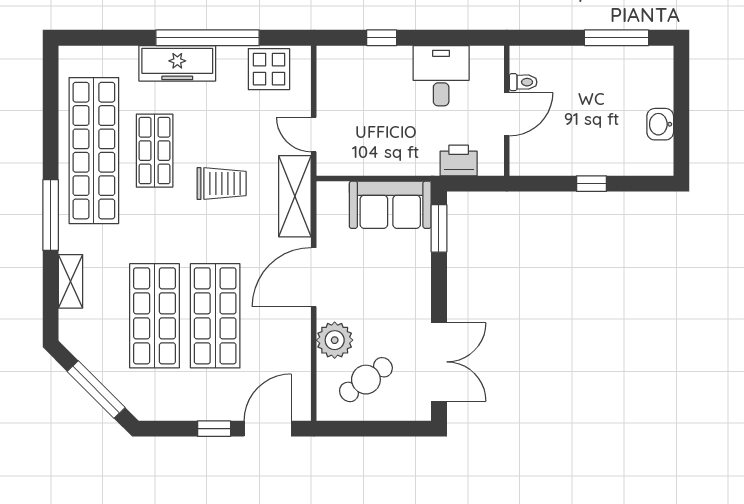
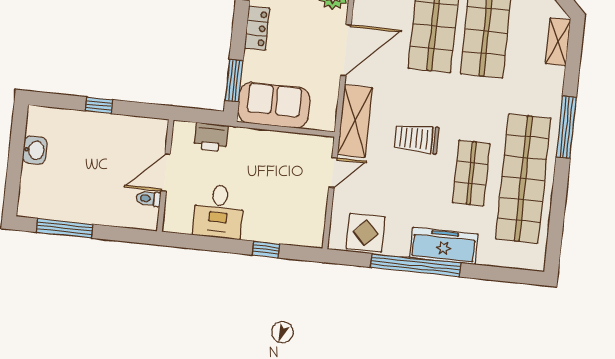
door: (314, 134) -> (333, 173), hinge flipped
shelving: (70, 281) -> (558, 42), moved
locker: (419, 291) -> (257, 28), added

